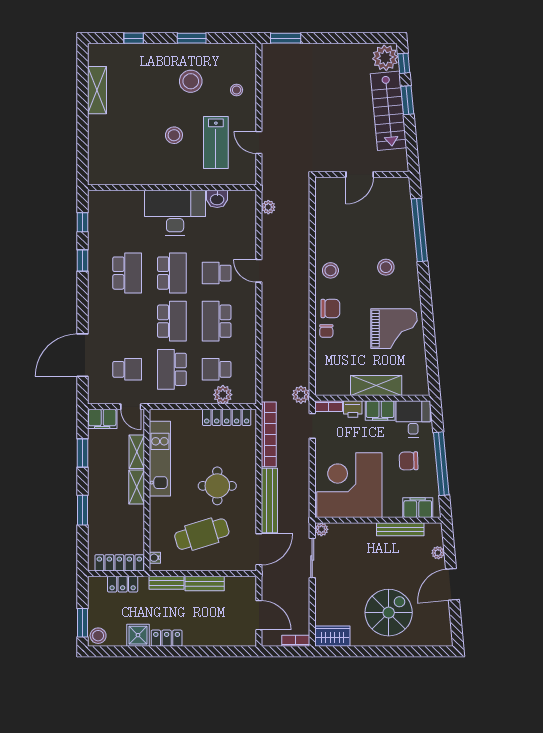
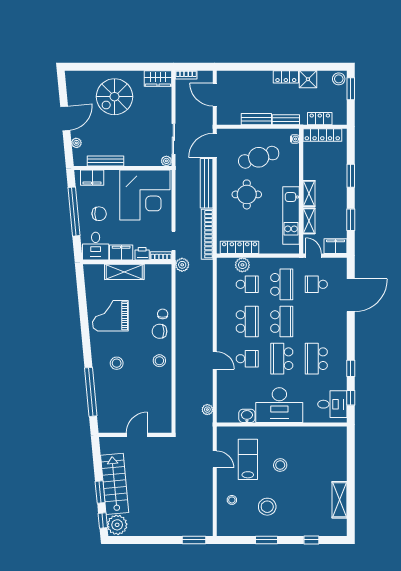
desk: (106, 214) -> (332, 404), added
school desk: (172, 321) -> (282, 322), turned 180

